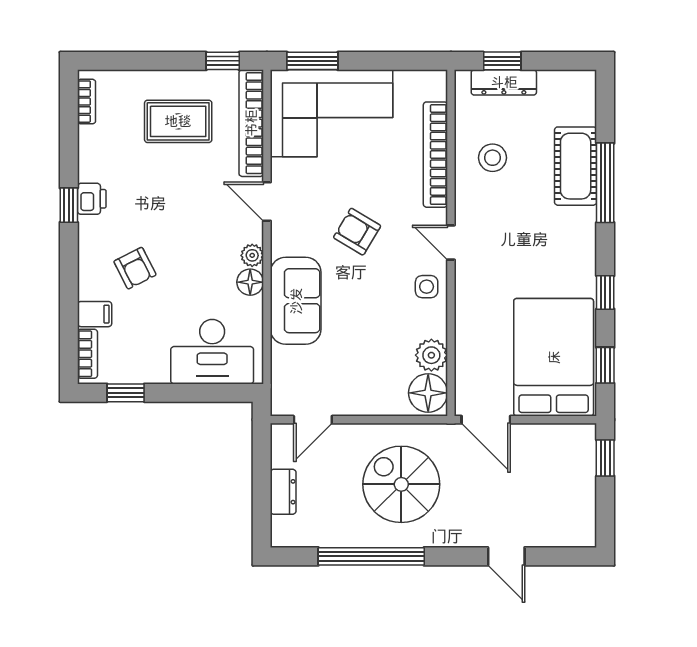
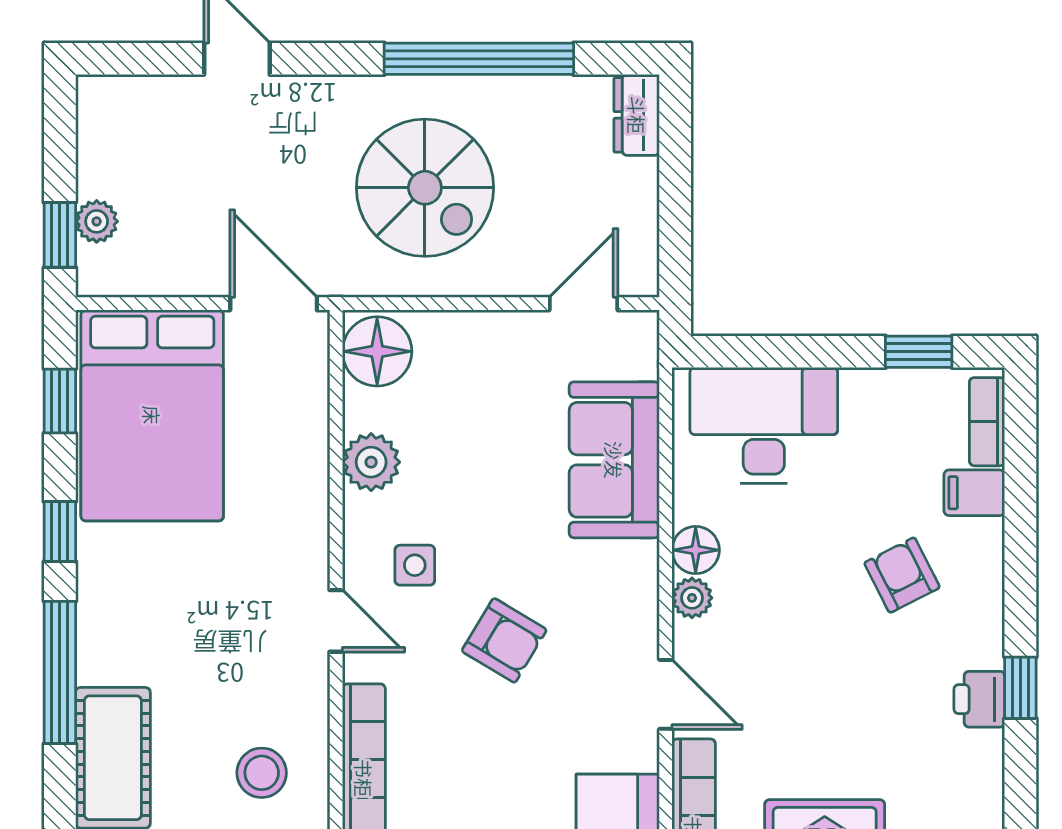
window: (605, 183) -> (60, 672), moved
side table: (427, 287) -> (415, 565), moved
sofa: (296, 301) -> (614, 460), moved
plant: (431, 355) -> (371, 462), moved
plant: (585, 466) -> (97, 221), added
dresser: (283, 492) -> (637, 115), moved

